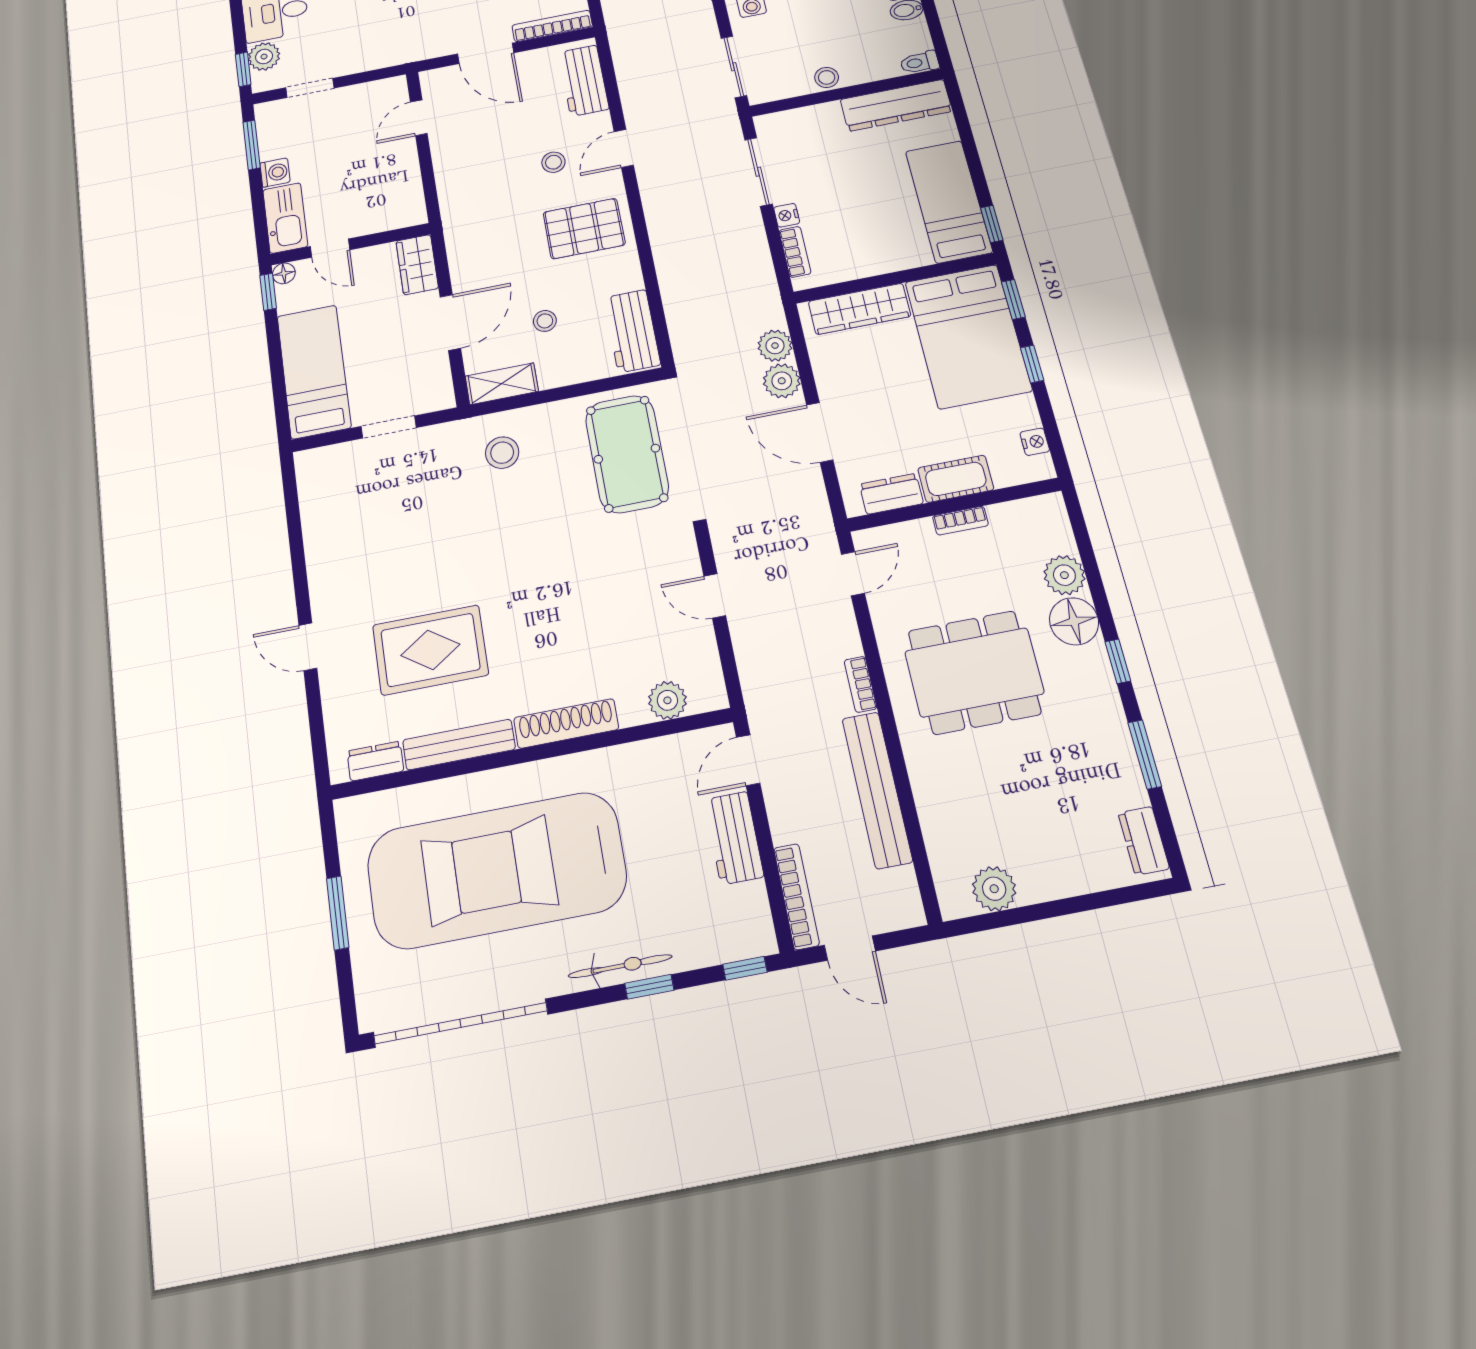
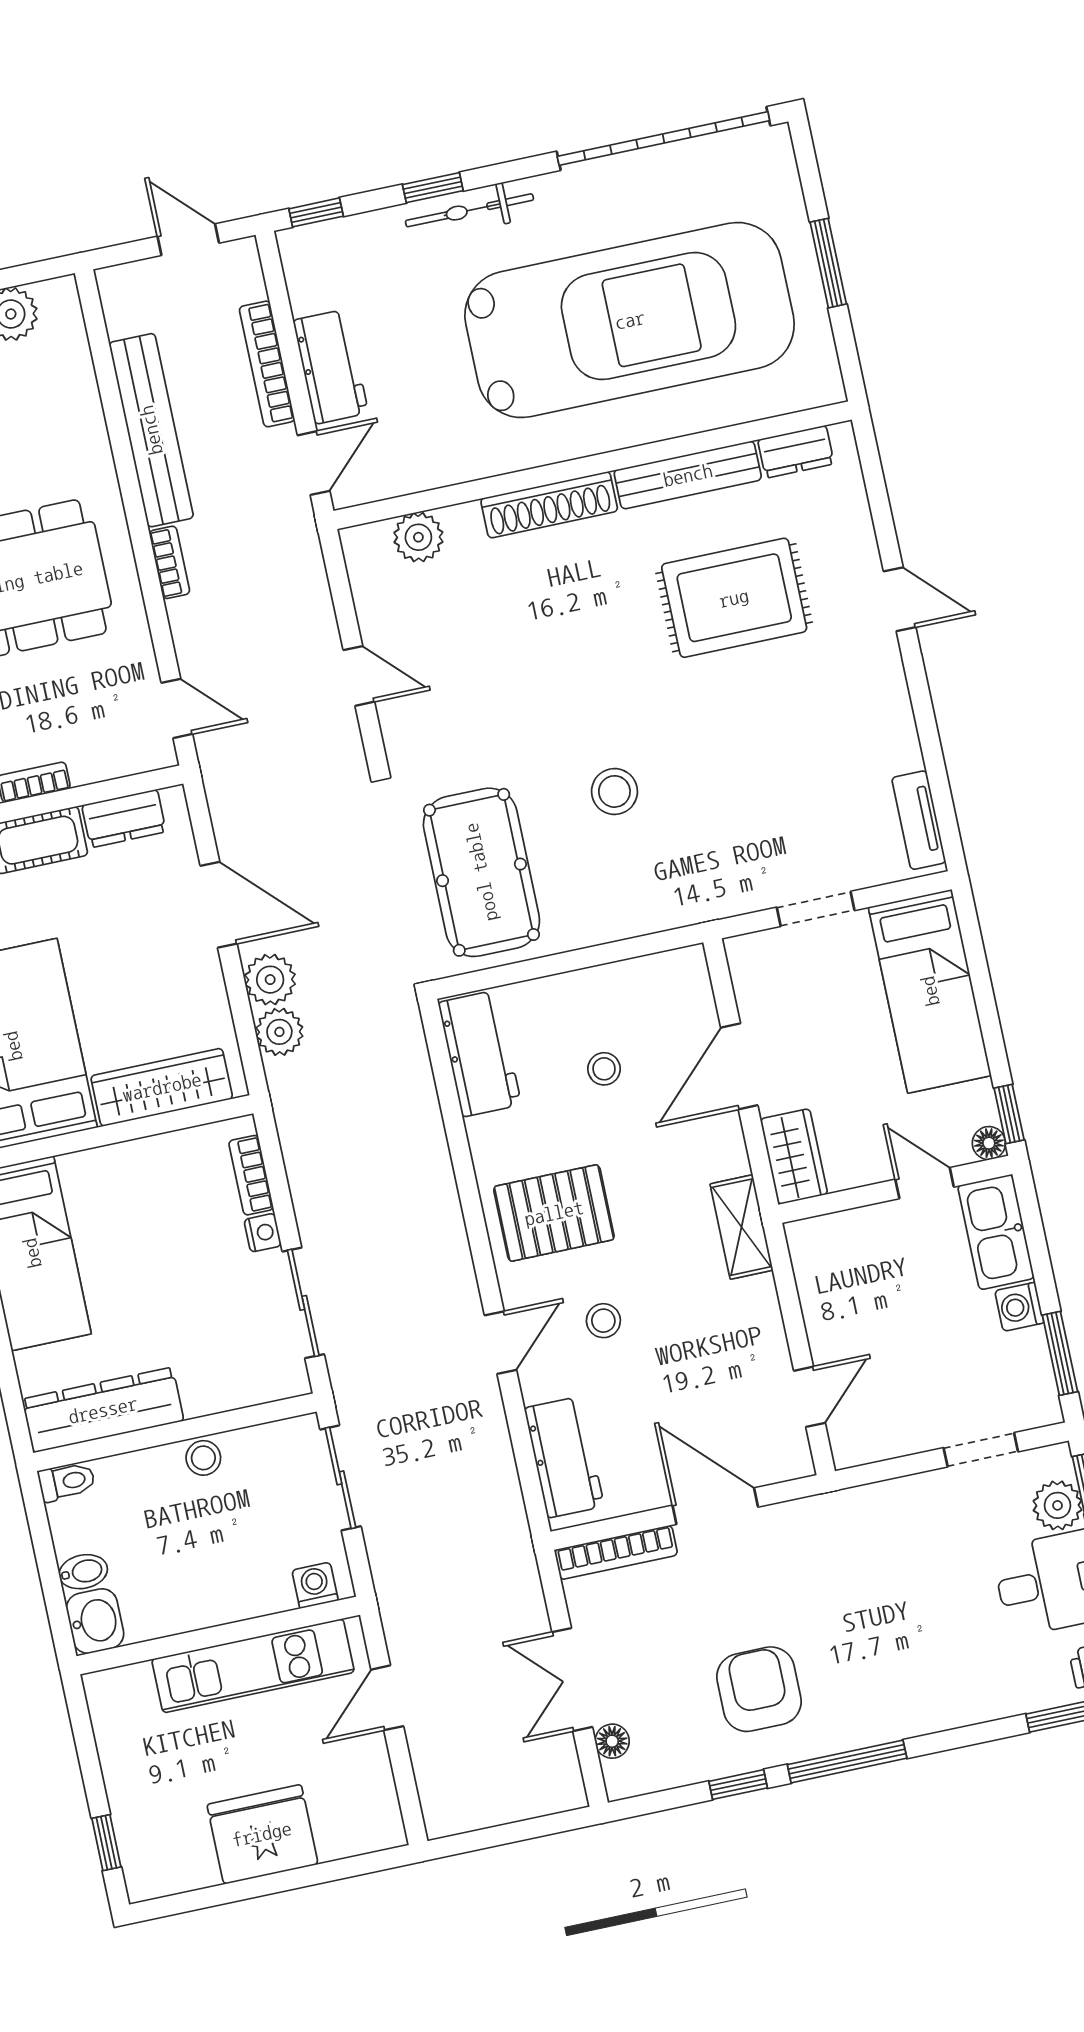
shelving: (502, 384) -> (742, 1227), moved, turned 90
stool: (502, 453) -> (614, 791), moved
tv unit: (310, 488) -> (919, 820), added
door: (853, 574) -> (177, 708), swing flipped
bookcase: (796, 896) -> (267, 364), moved

